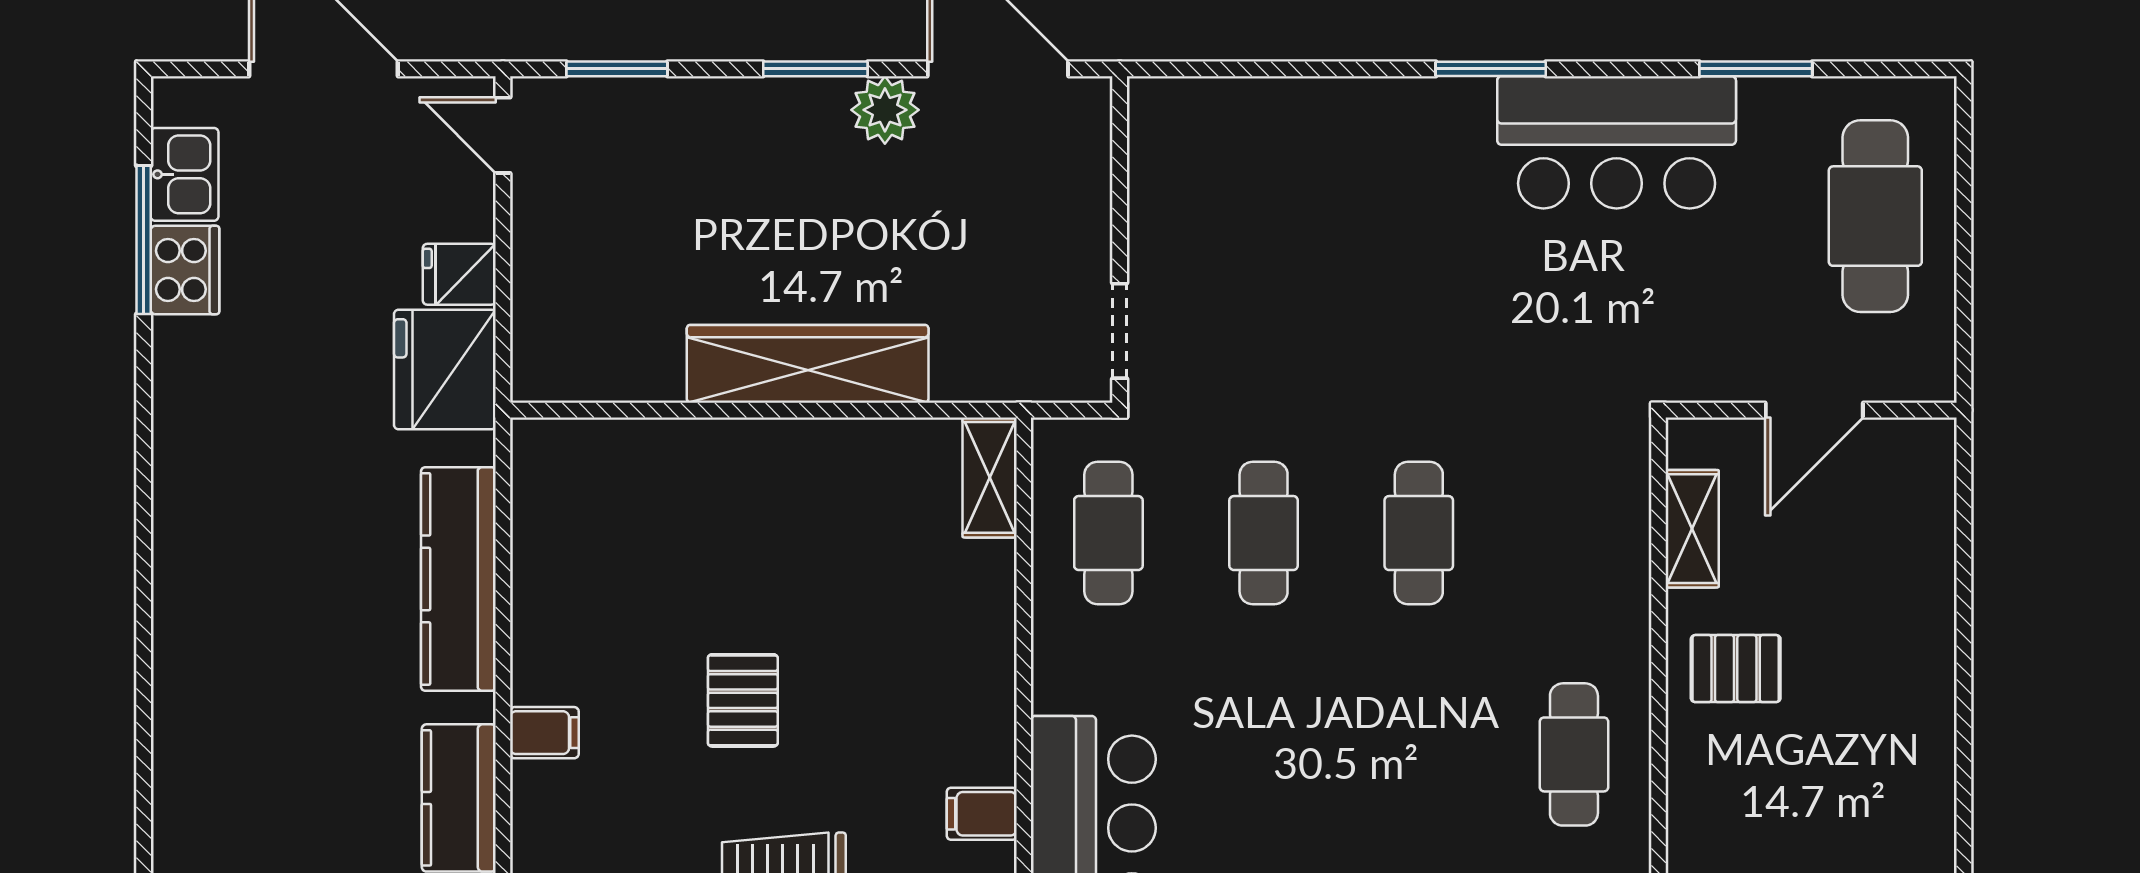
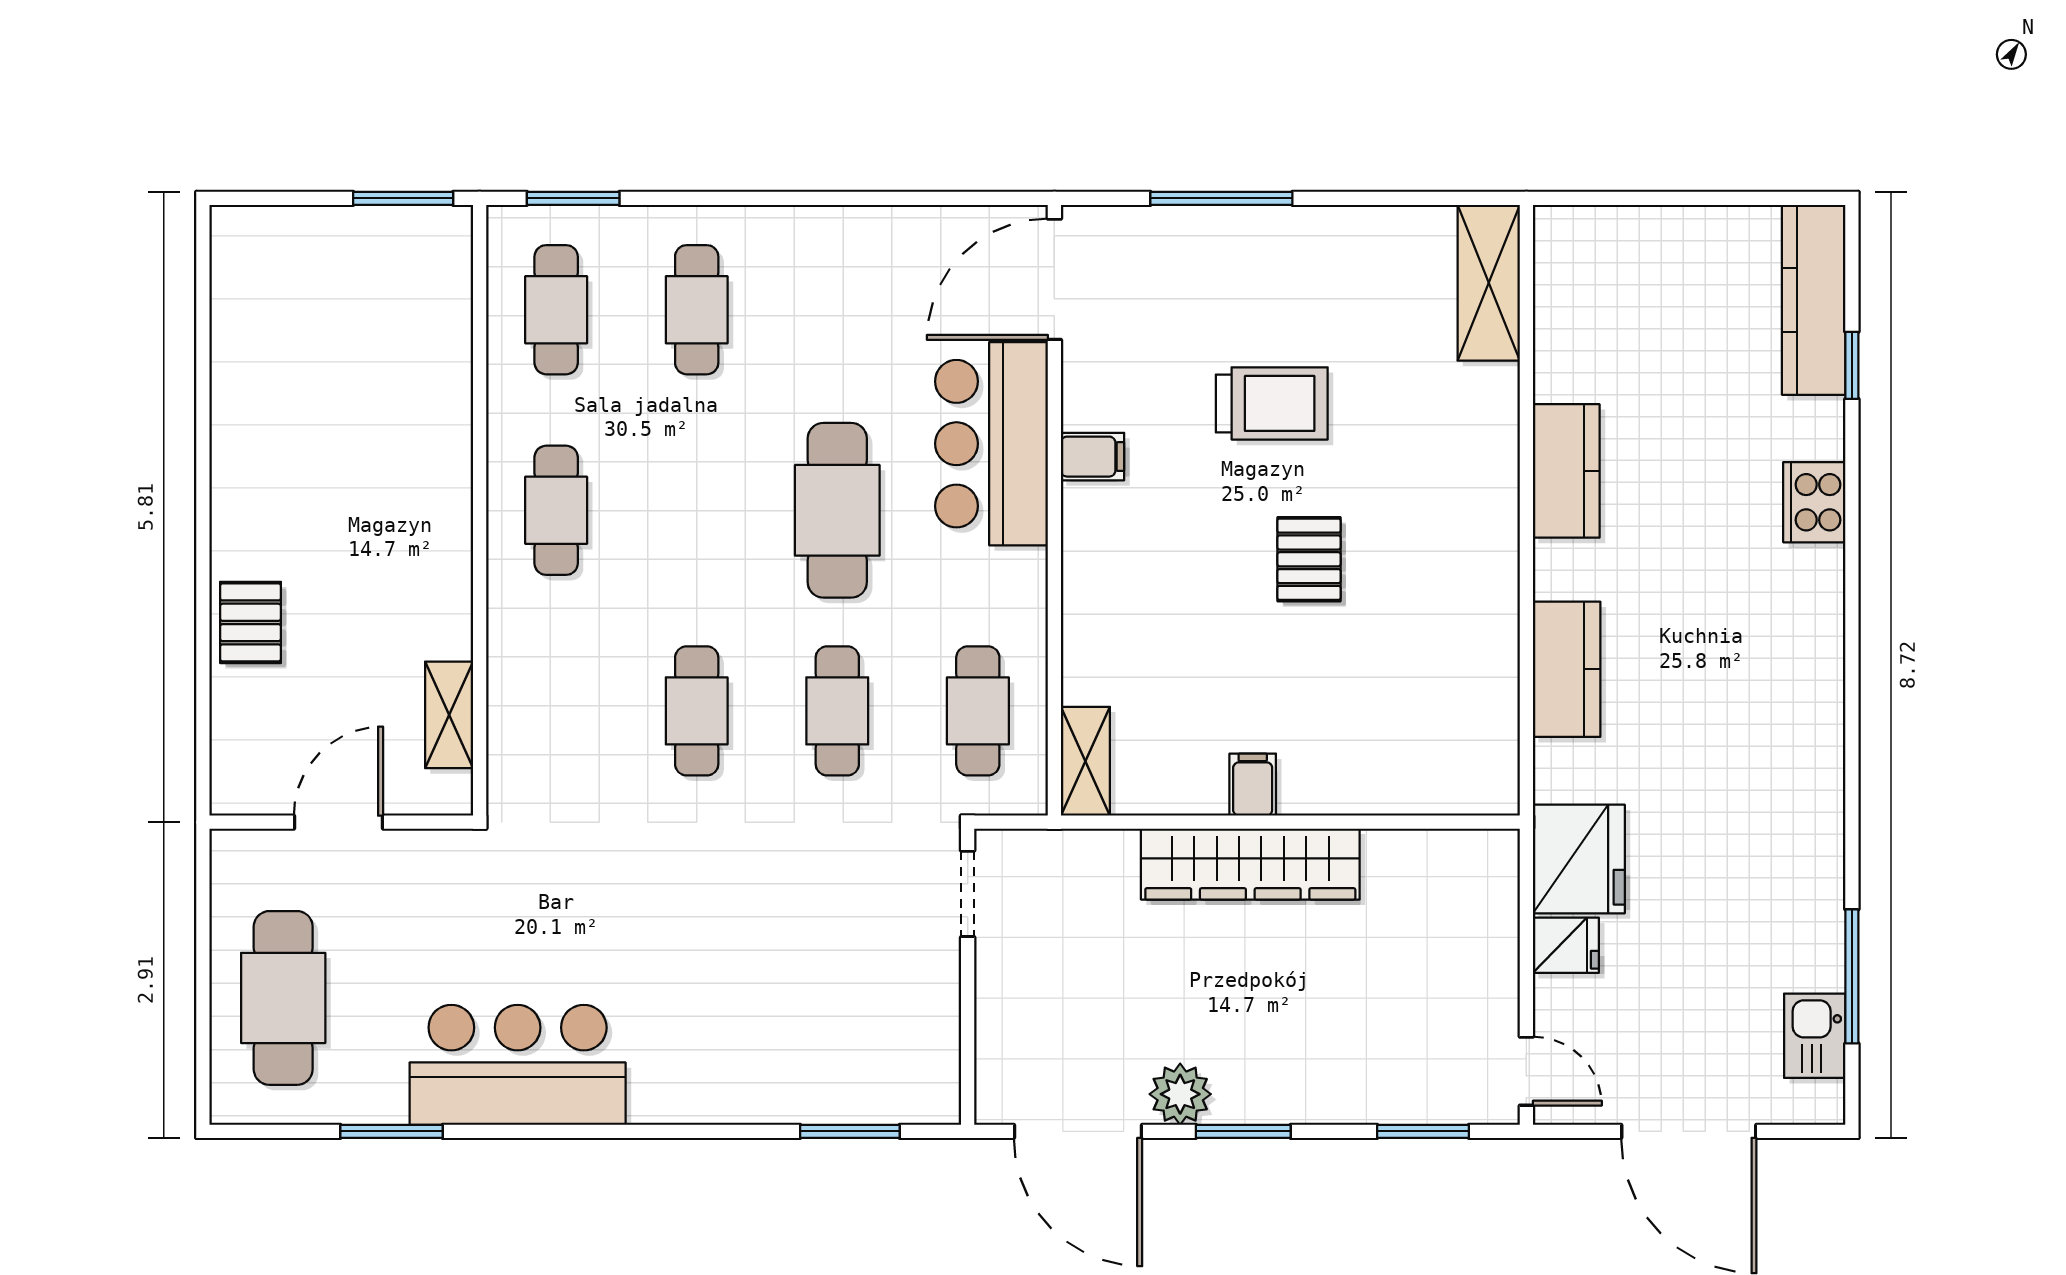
window: (1491, 69) -> (850, 1131), moved
cooker: (185, 270) -> (1814, 502), moved
kitchen counter: (458, 579) -> (1567, 669), width x0.67
pallet: (1736, 669) -> (250, 622), moved, turned 90
filing cabinet: (544, 733) -> (1253, 785), moved, turned 90
cafe table: (1264, 754) -> (837, 510), added

